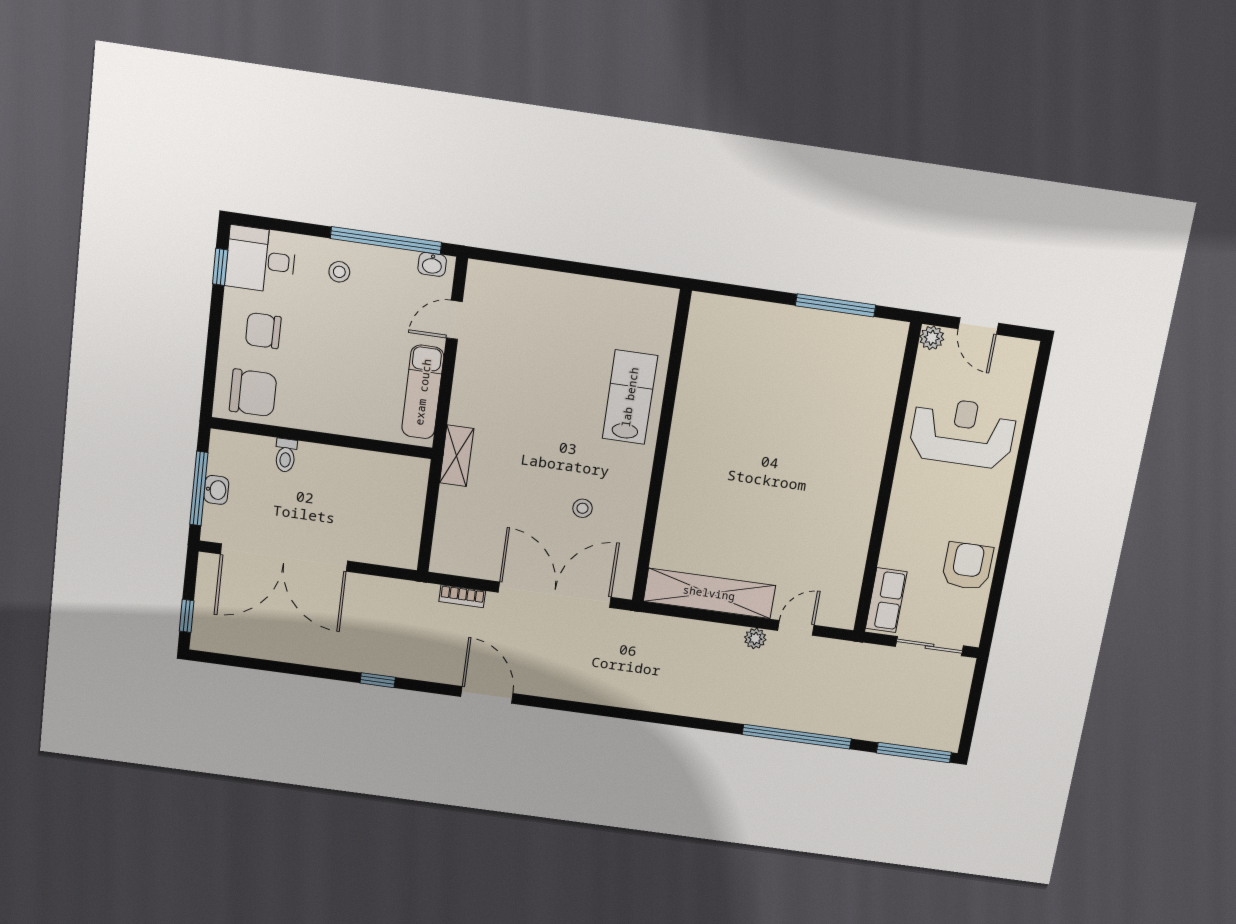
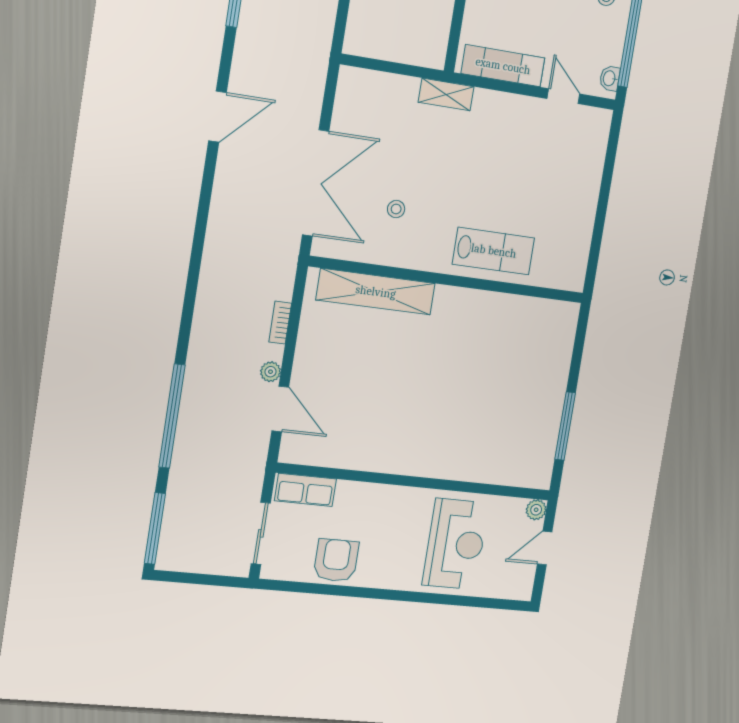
armchair: (967, 566) -> (336, 560), turned -90
shelving: (709, 593) -> (376, 292), moved, turned 90
bookcase: (462, 596) -> (280, 323), moved
door: (796, 628) -> (280, 409), width x1.38

